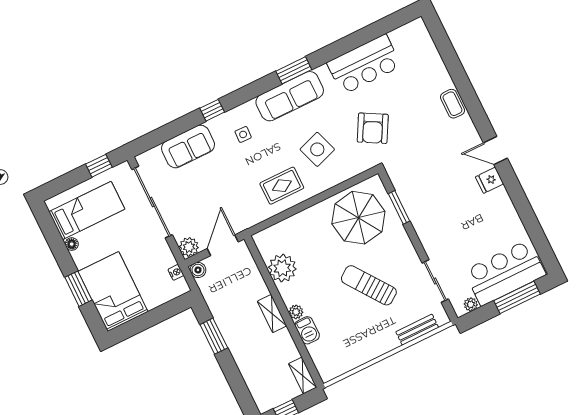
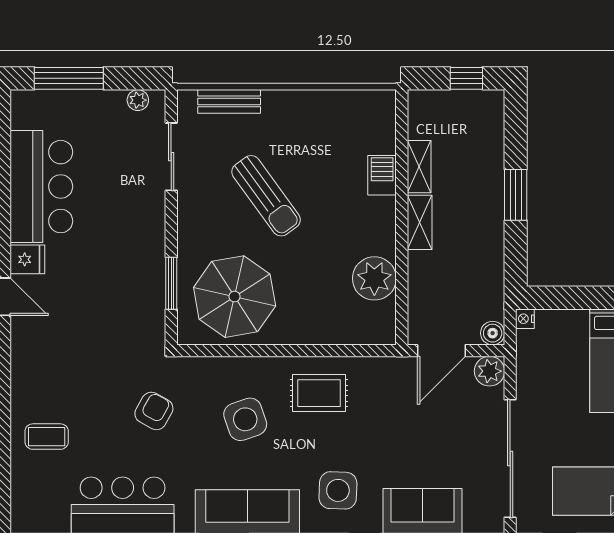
coffee table: (452, 104) -> (47, 437), moved, turned 90
armchair: (373, 128) -> (154, 411), width x0.72, depth x0.72
side table: (243, 134) -> (338, 490), width x1.87, depth x1.87
nightstand: (176, 272) -> (525, 319), moved
bar counter: (505, 273) -> (41, 187), moved, turned -90
plant: (296, 312) -> (385, 208), removed
window: (214, 336) -> (516, 195), moved
shelving: (303, 375) -> (419, 167), moved

